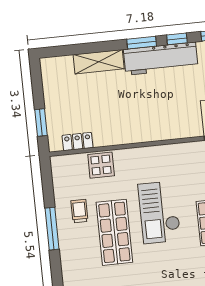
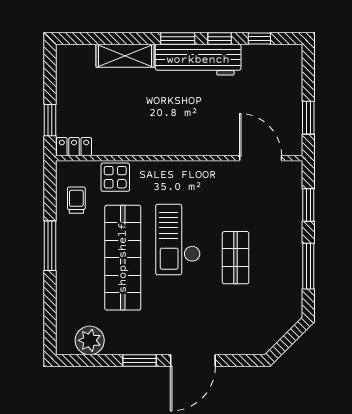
locker: (78, 142) -> (74, 147), moved
trolley: (79, 211) -> (76, 200), moved
shop shelf: (114, 232) -> (123, 258), width x1.40

